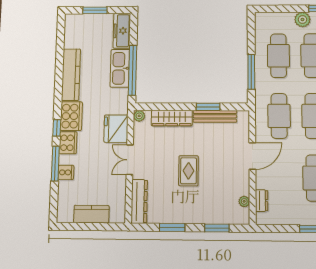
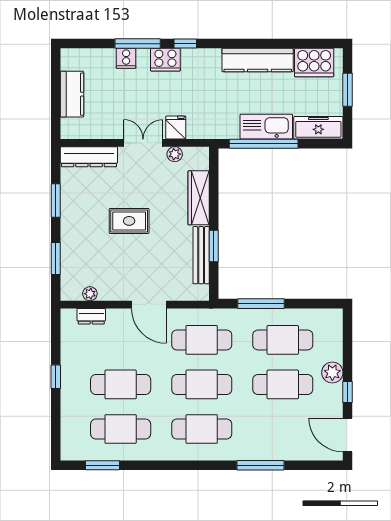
cooker: (71, 116) -> (314, 63), moved
plant: (139, 116) -> (175, 154), moved
fridge: (116, 129) -> (176, 127), width x0.53, depth x0.75

